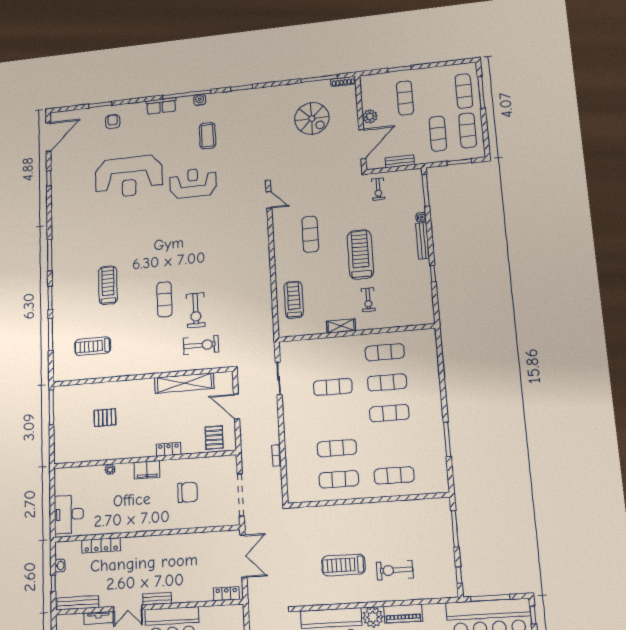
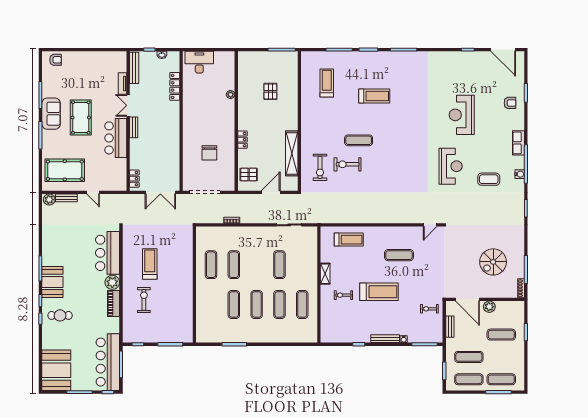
reception desk: (129, 177) -> (462, 115), width x0.74, depth x0.77
filing cabinet: (147, 470) -> (228, 123), removed
exercise mat: (394, 475) -> (234, 304), moved

